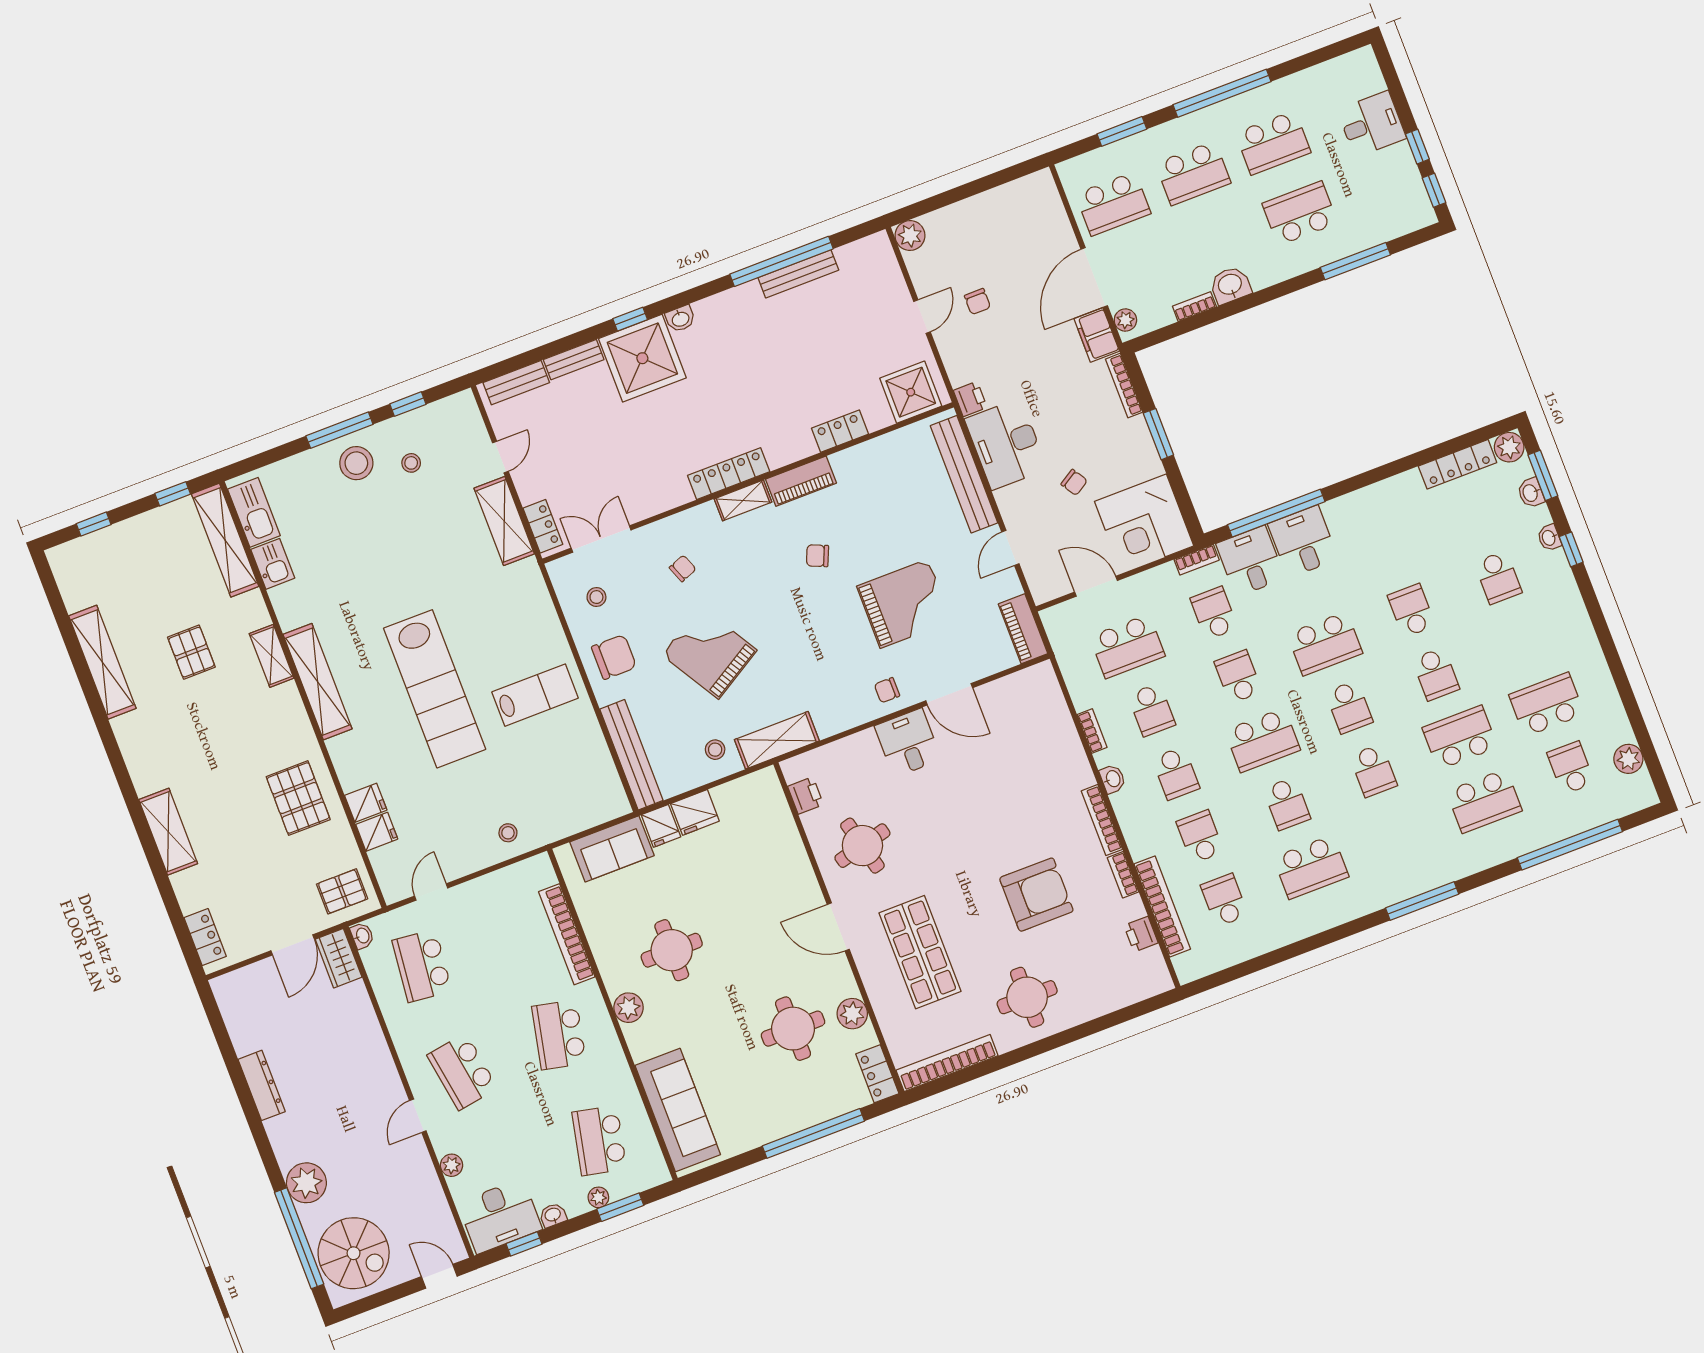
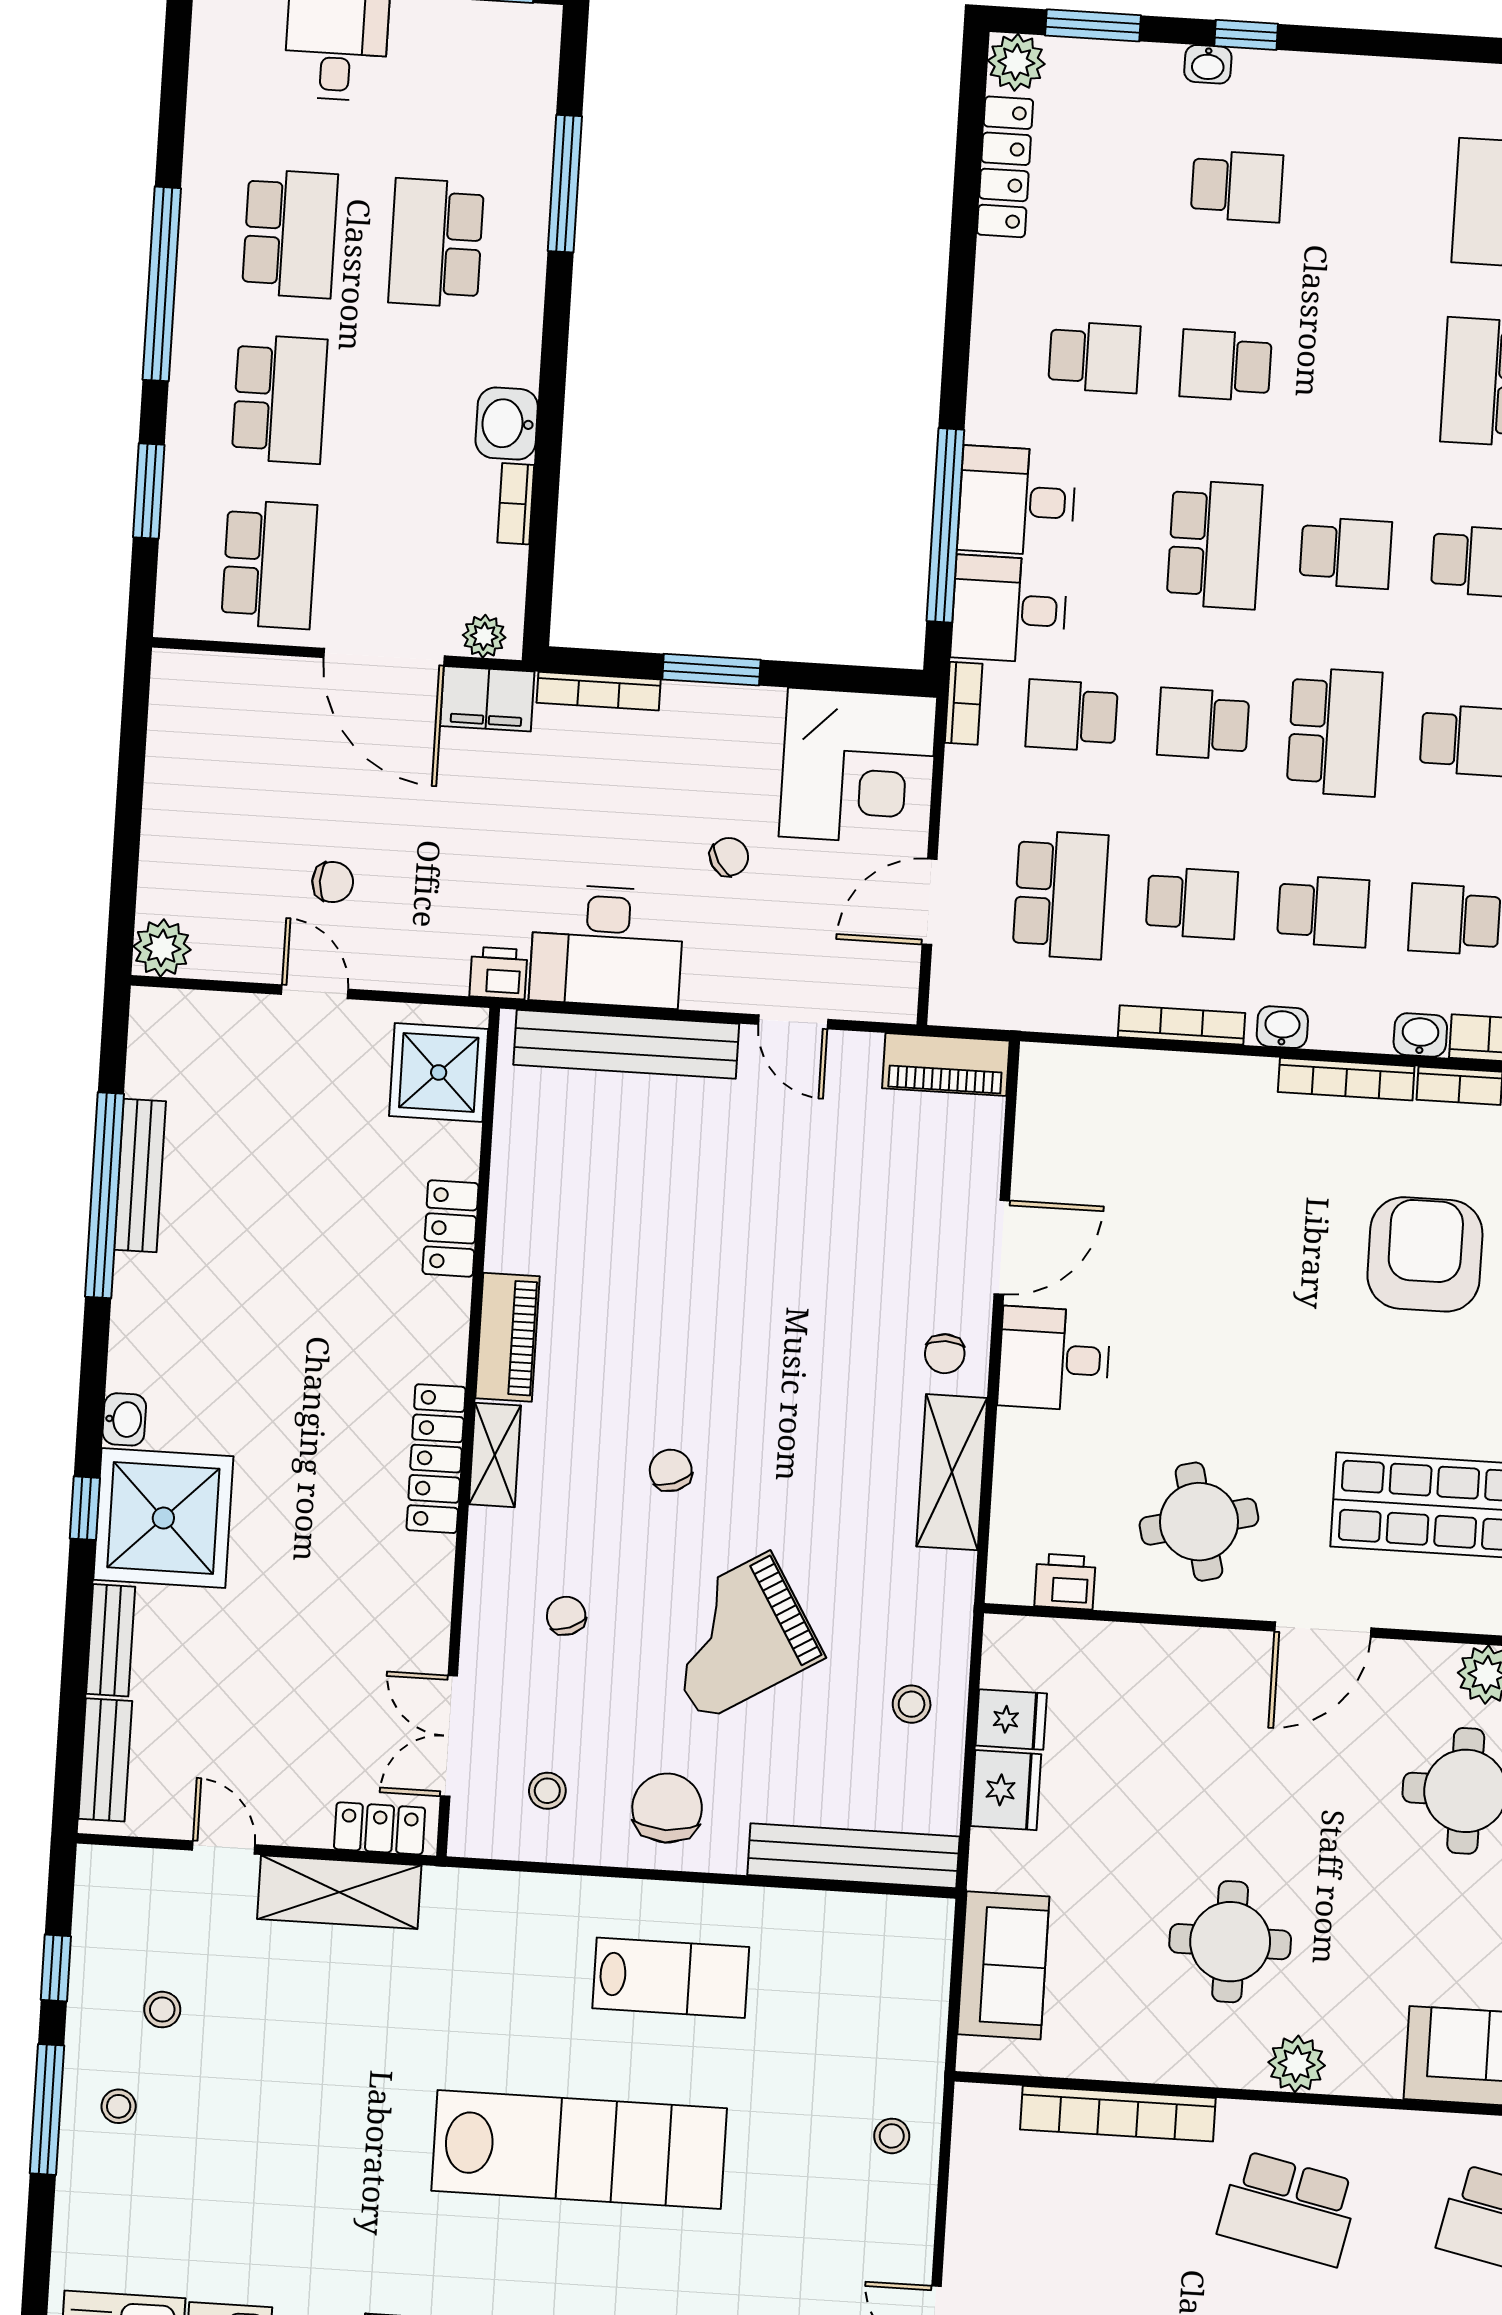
stool: (356, 463) -> (119, 2106), width x0.53, depth x0.53
washbasin: (1531, 493) -> (1420, 1035), moved, turned 180
chair: (818, 556) -> (671, 1470), moved, turned 137
grand piano: (904, 604) -> (806, 1254), removed
school desk: (1436, 674) -> (1094, 357), moved
lab bench: (535, 695) -> (671, 1978), turned 90
bookcase: (1092, 731) -> (1182, 1025), width x1.56
shelving: (777, 740) -> (952, 1472), moved
fridge: (661, 826) -> (1011, 1720), moved

